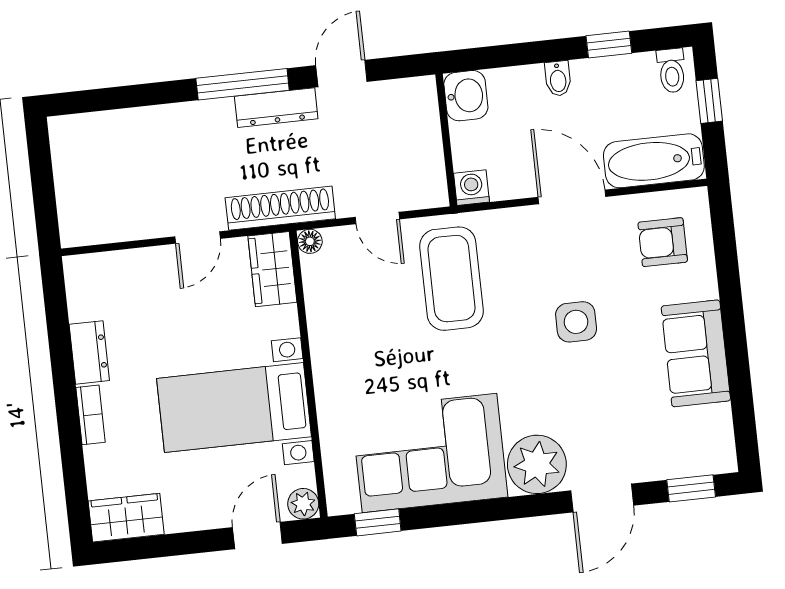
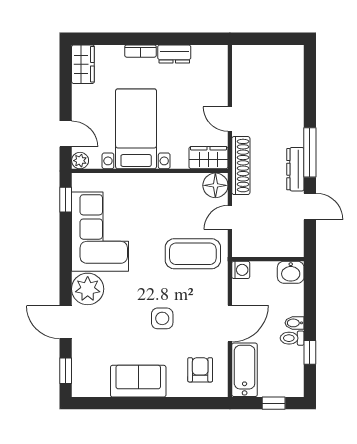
toilet: (672, 71) -> (292, 338), moved
floor lamp: (310, 241) -> (215, 185), width x1.89, depth x1.89

